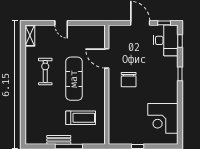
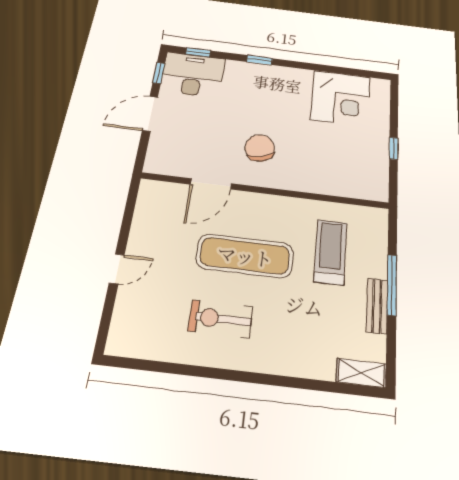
shelving: (30, 36) -> (361, 373), moved
chair: (129, 80) -> (260, 148), turned -104

